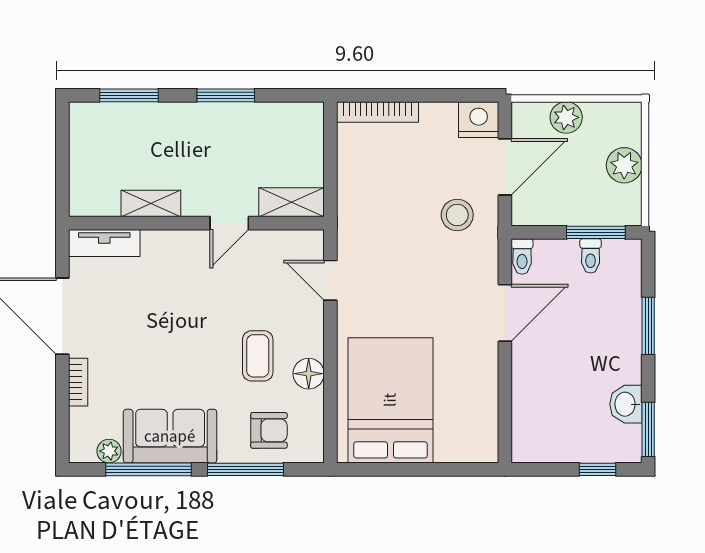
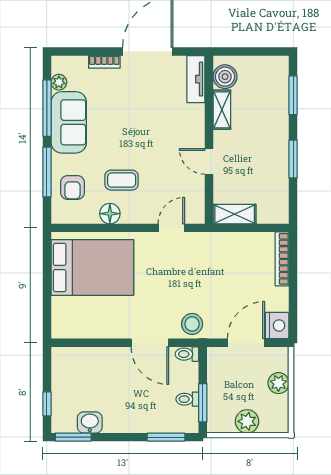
door: (505, 167) -> (246, 343), swing flipped
boiler: (101, 199) -> (225, 77), added
shelving: (292, 202) -> (235, 214), moved, turned 90
stool: (457, 215) -> (192, 324), moved
window: (648, 326) -> (166, 437), moved

